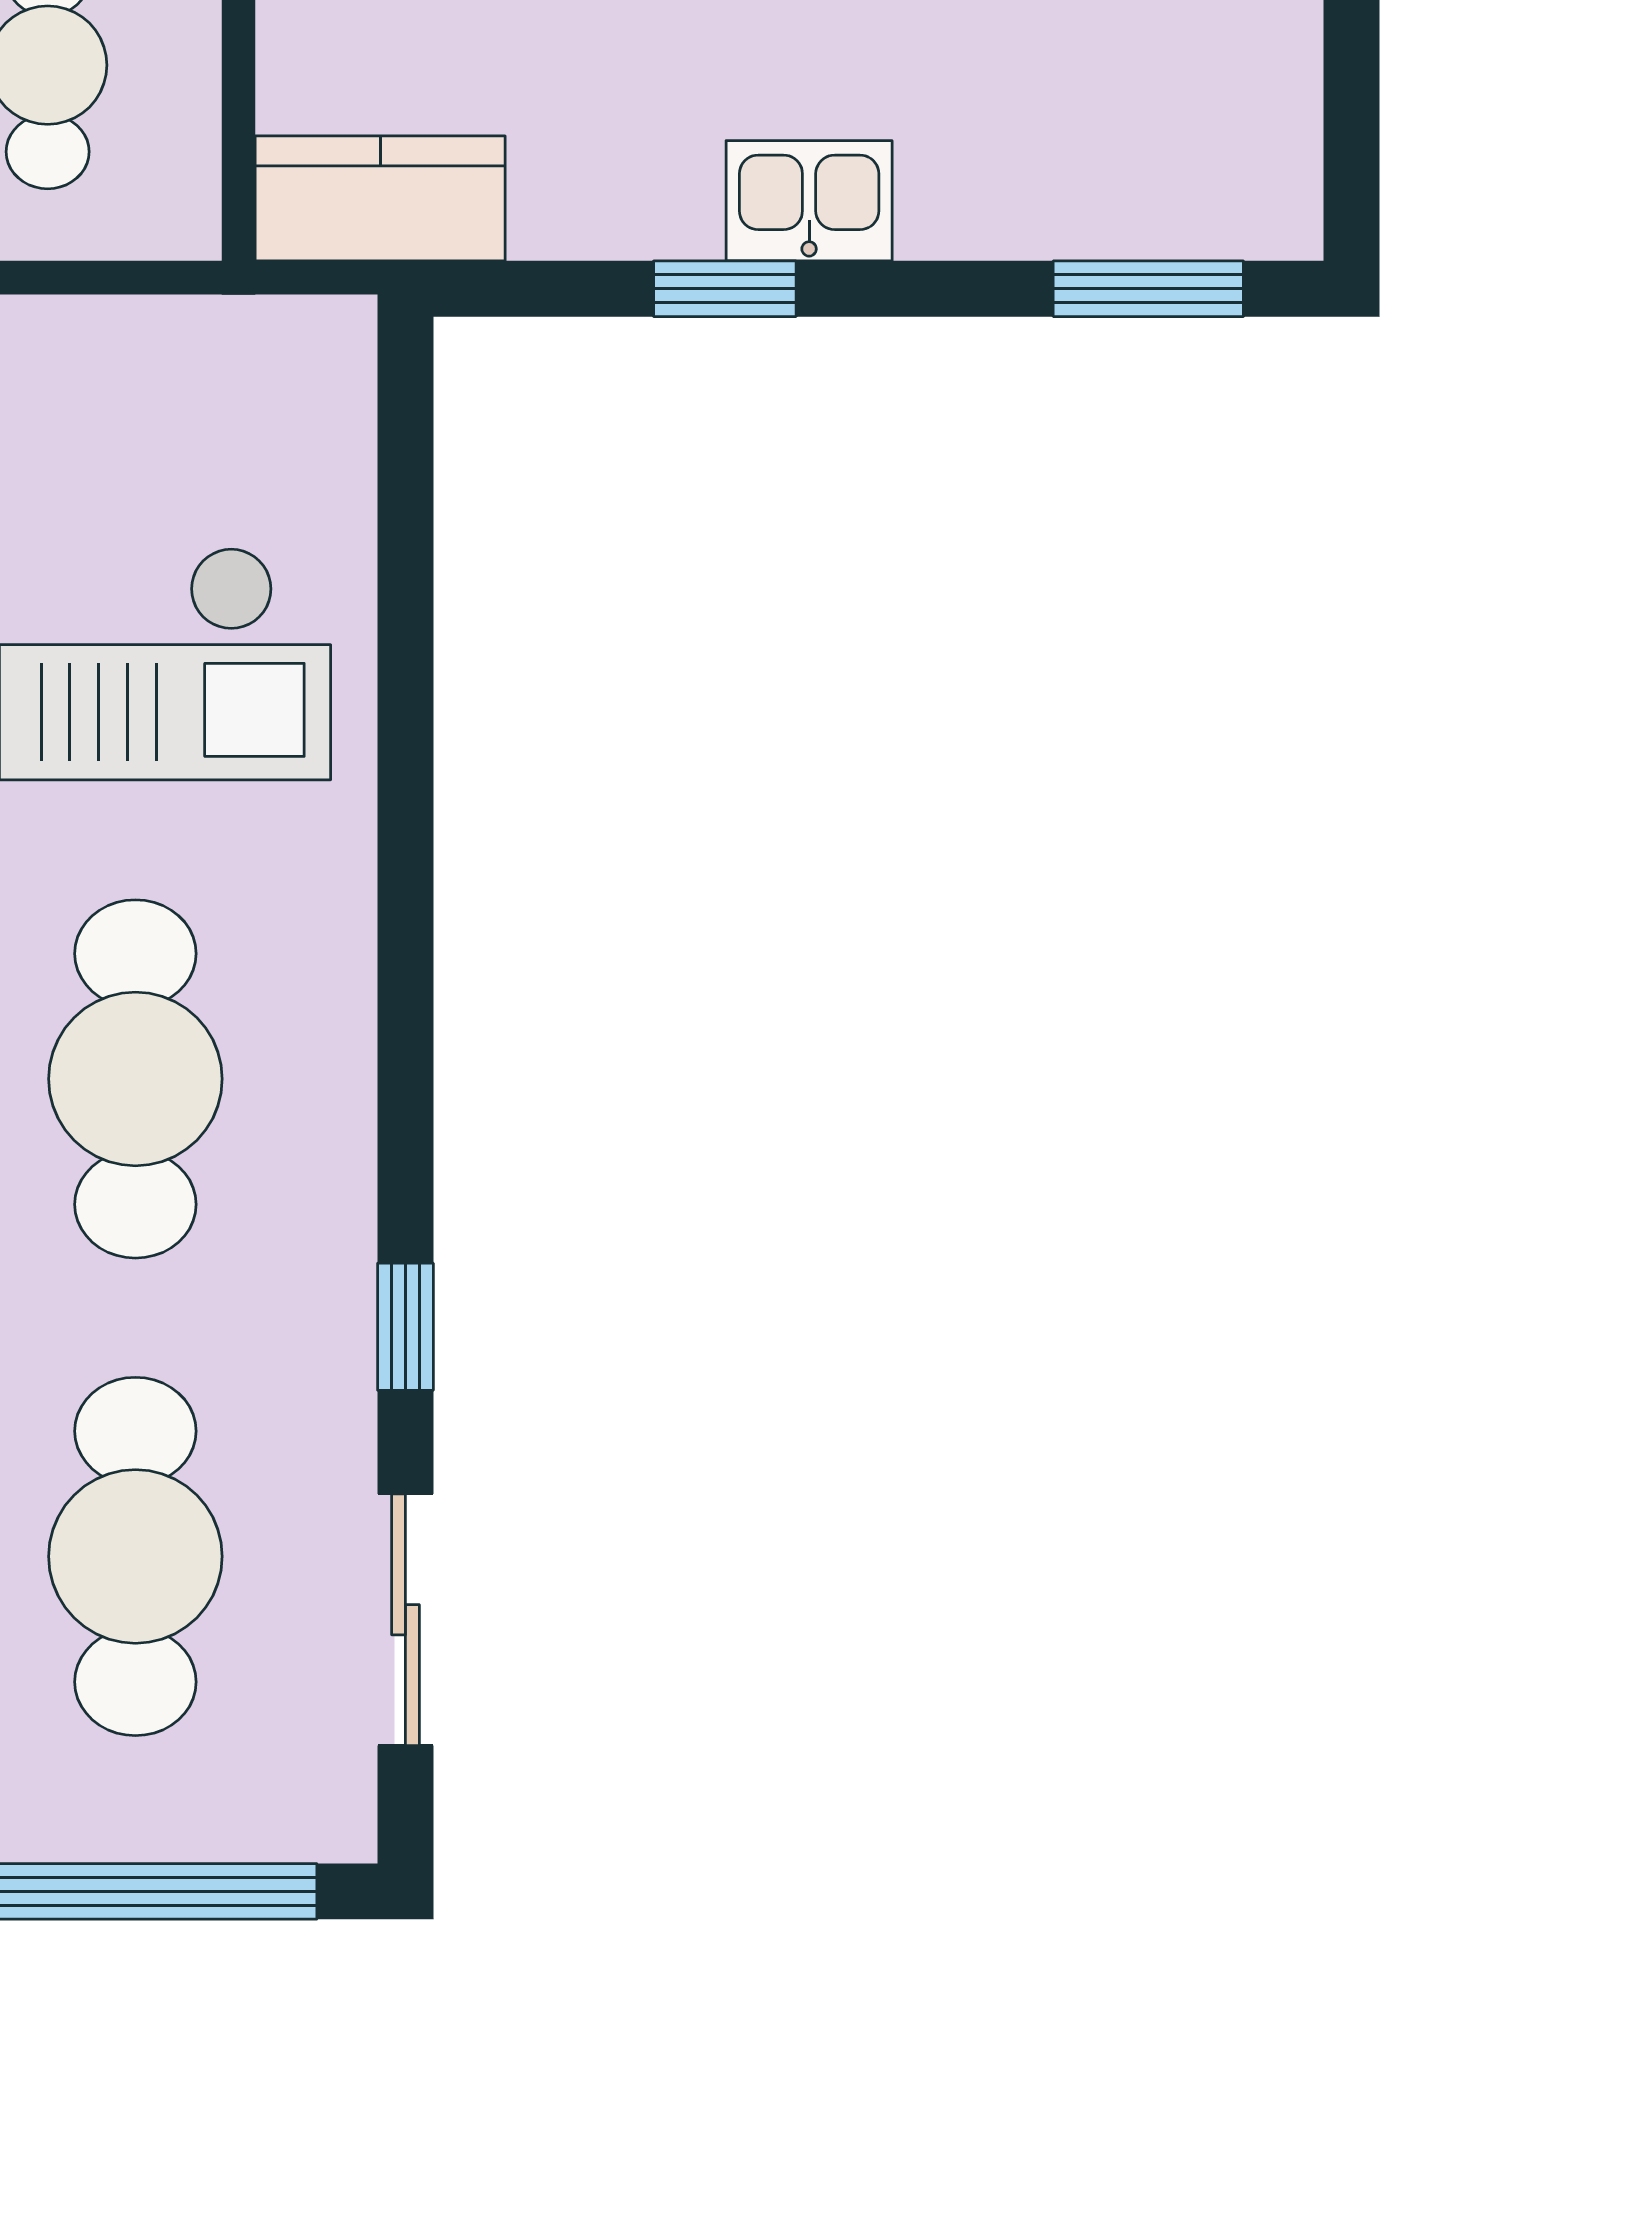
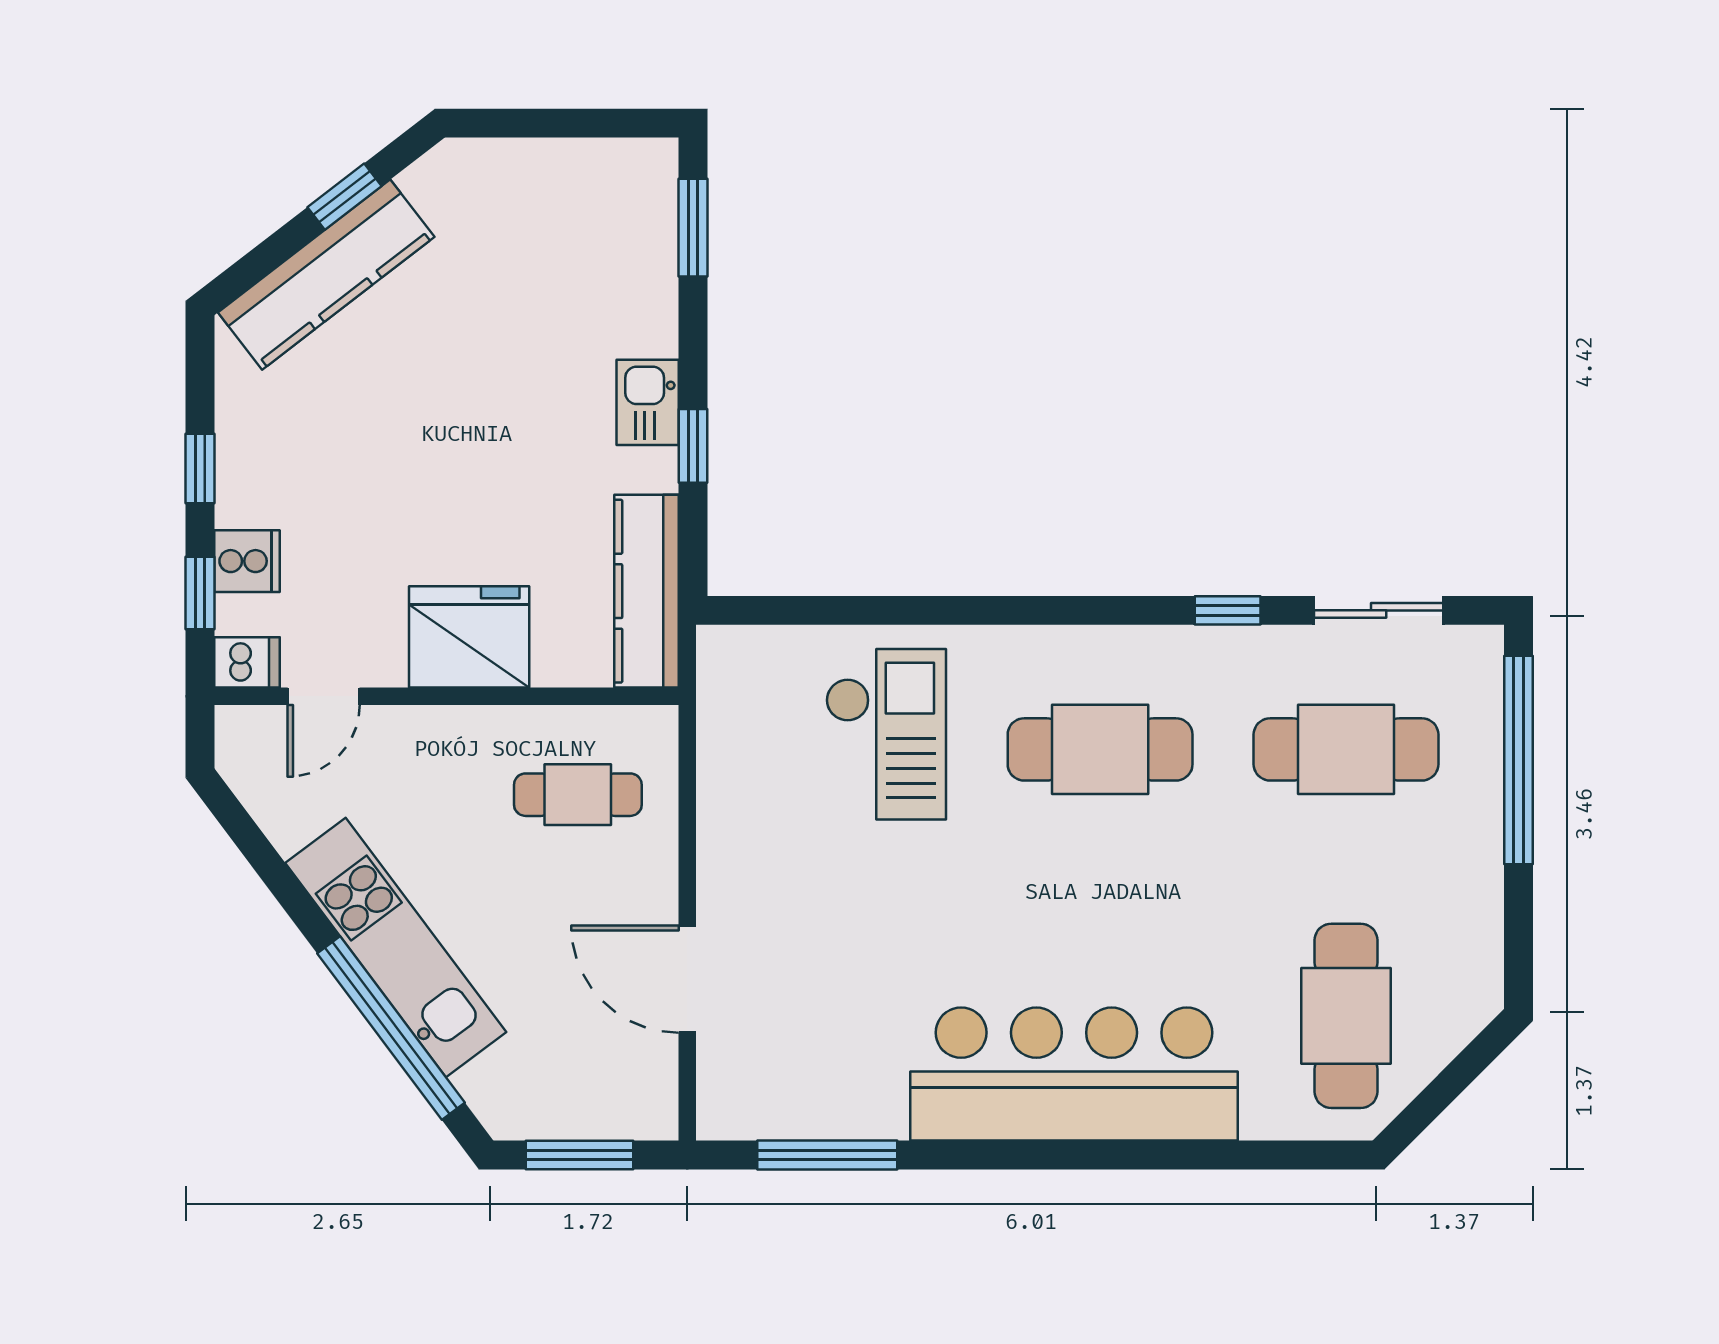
kitchen counter: (380, 198) -> (647, 591), width x1.50

